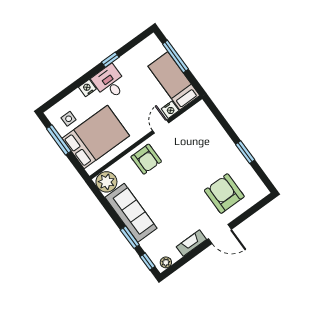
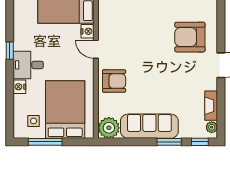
fireplace: (191, 243) -> (211, 106), moved

